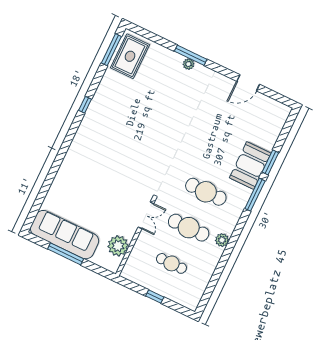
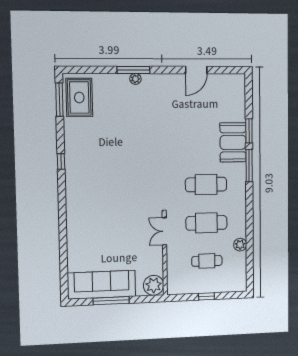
double door: (146, 215) -> (164, 231), swing flipped
plant: (222, 240) -> (240, 245), moved
plant: (118, 246) -> (154, 285), moved

